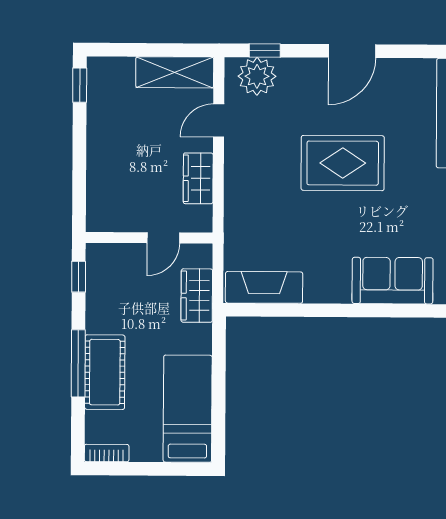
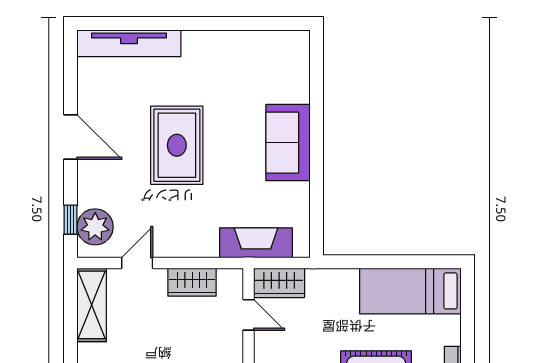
door: (219, 121) -> (137, 263), swing flipped
sofa: (393, 281) -> (288, 143), moved
fireplace: (264, 287) -> (256, 243), moved, turned 90
wardrobe: (197, 296) -> (279, 283), moved

